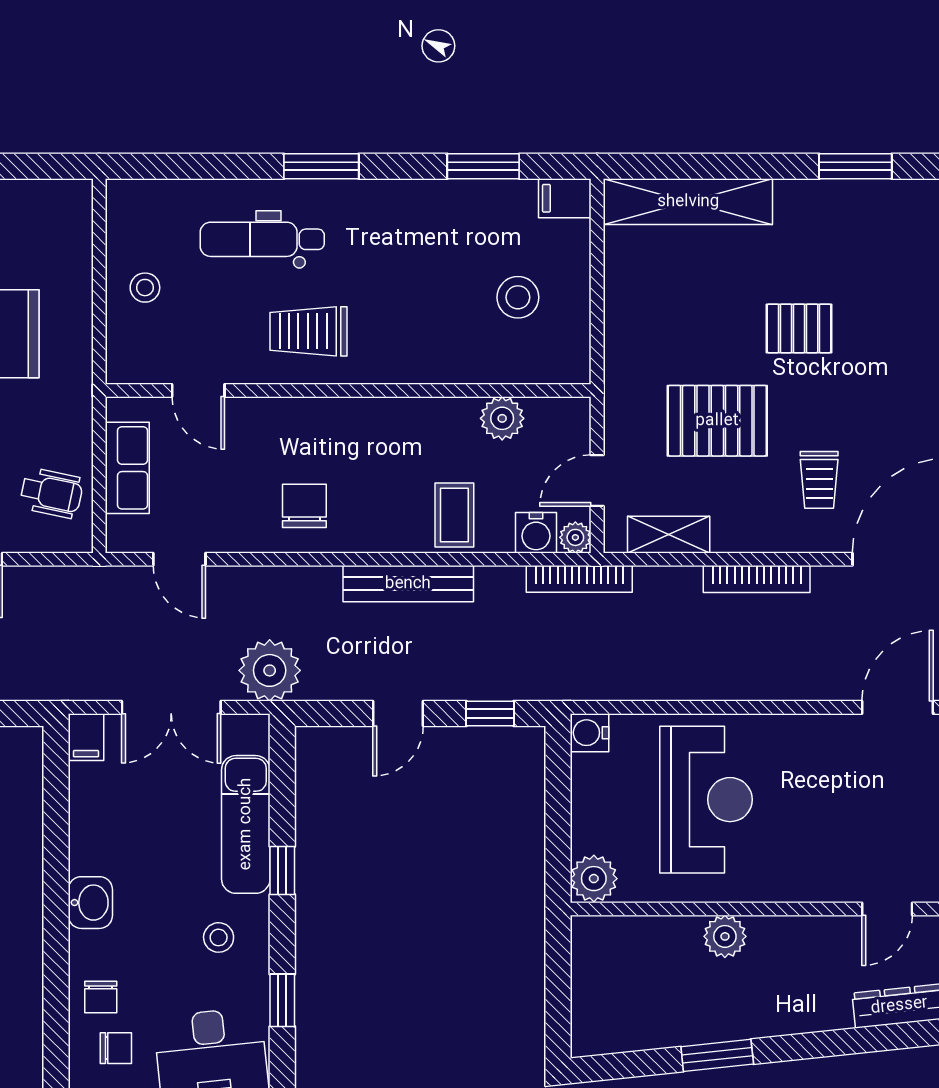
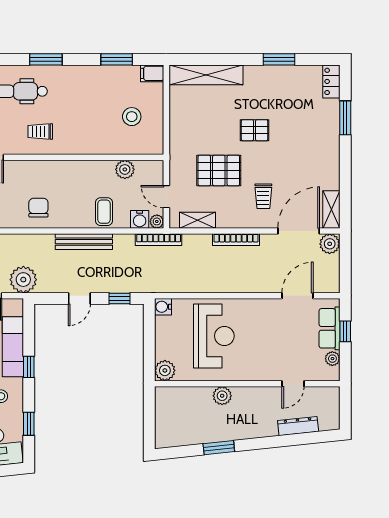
trolley: (309, 331) -> (40, 131), width x0.73, depth x0.72
door: (597, 481) -> (166, 197), hinge flipped

